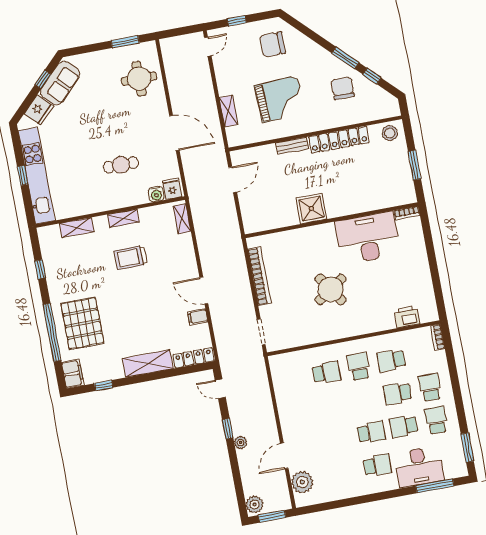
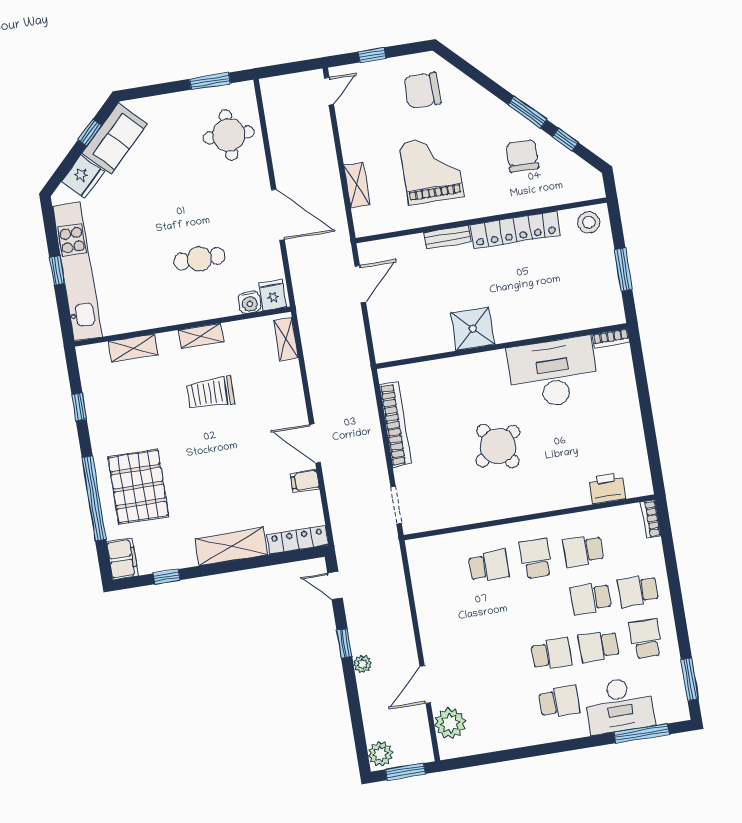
grand piano: (280, 99) -> (431, 169), turned -87
school desk: (430, 387) -> (638, 591), turned -90

